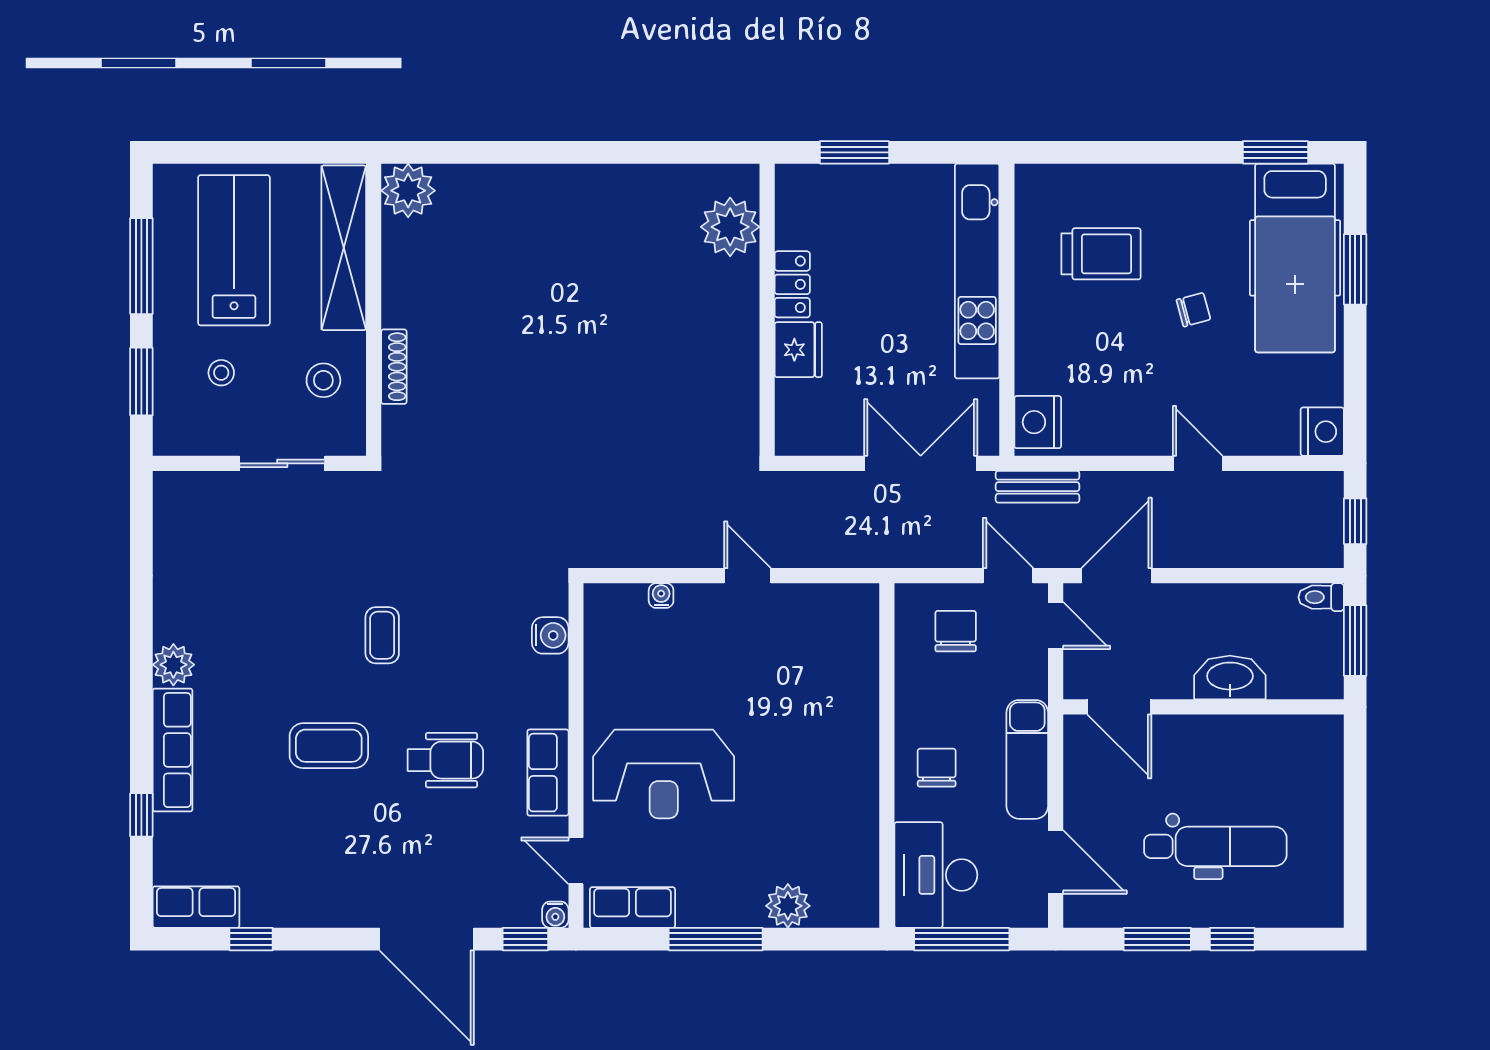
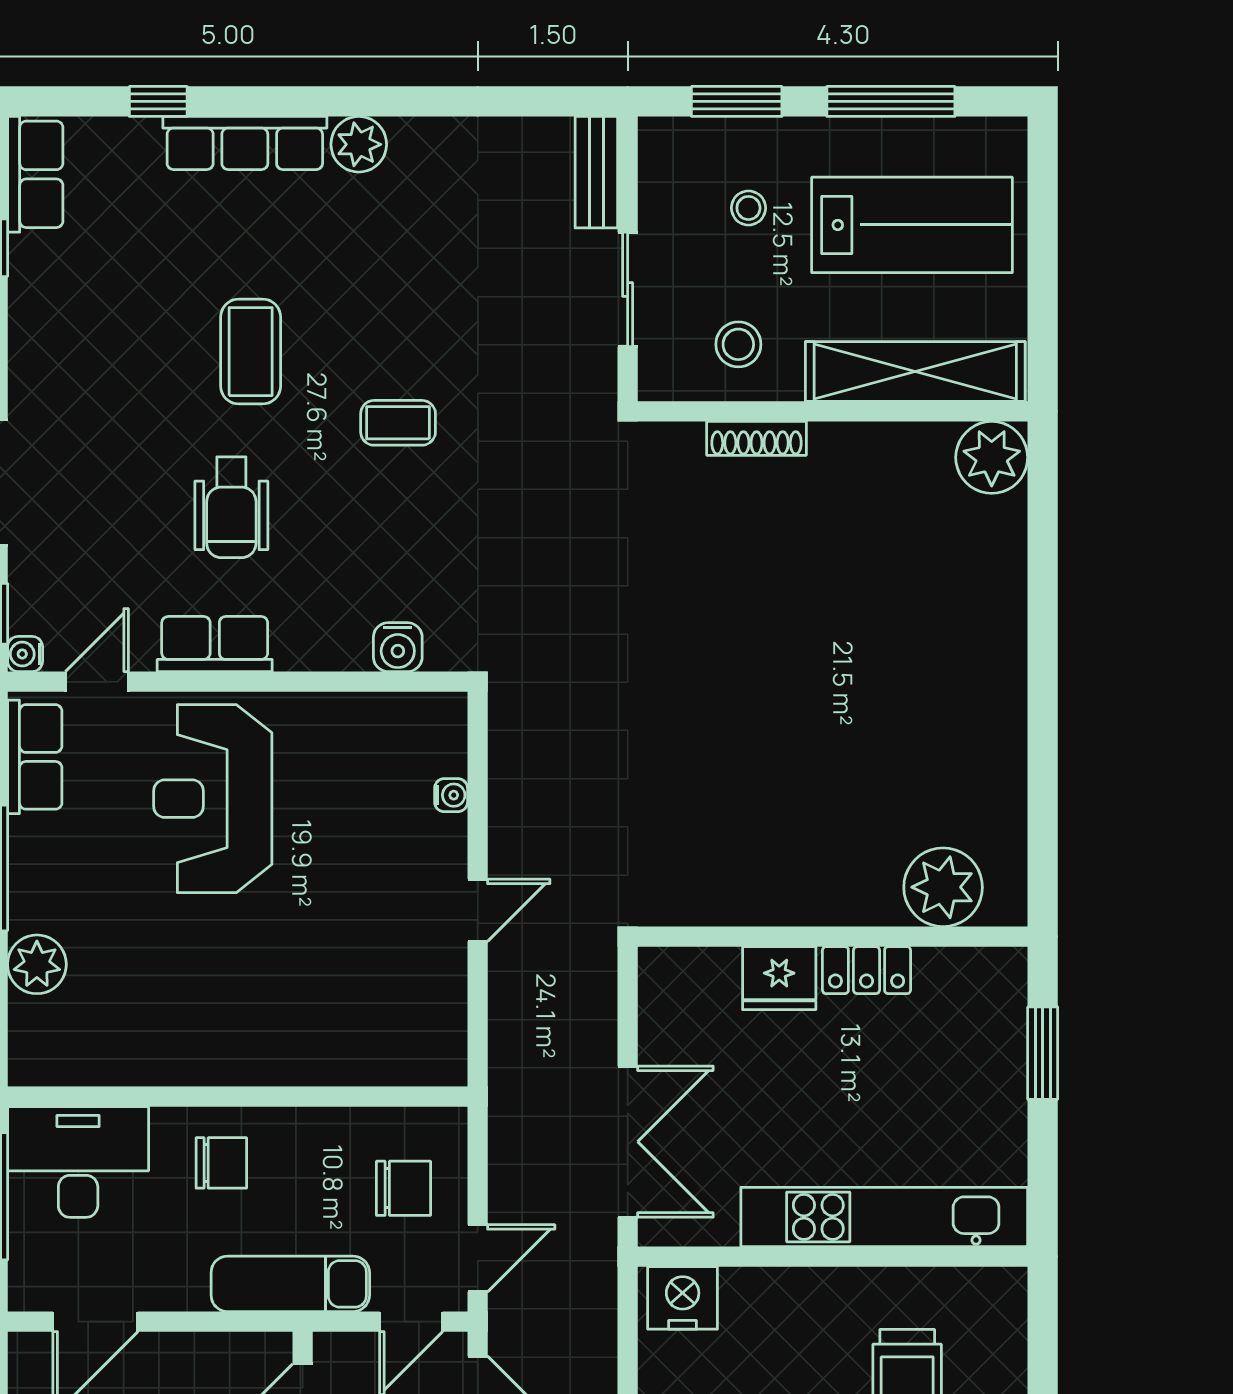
bench: (1038, 487) -> (596, 172), moved
exam couch: (1027, 759) -> (290, 1284), moved

